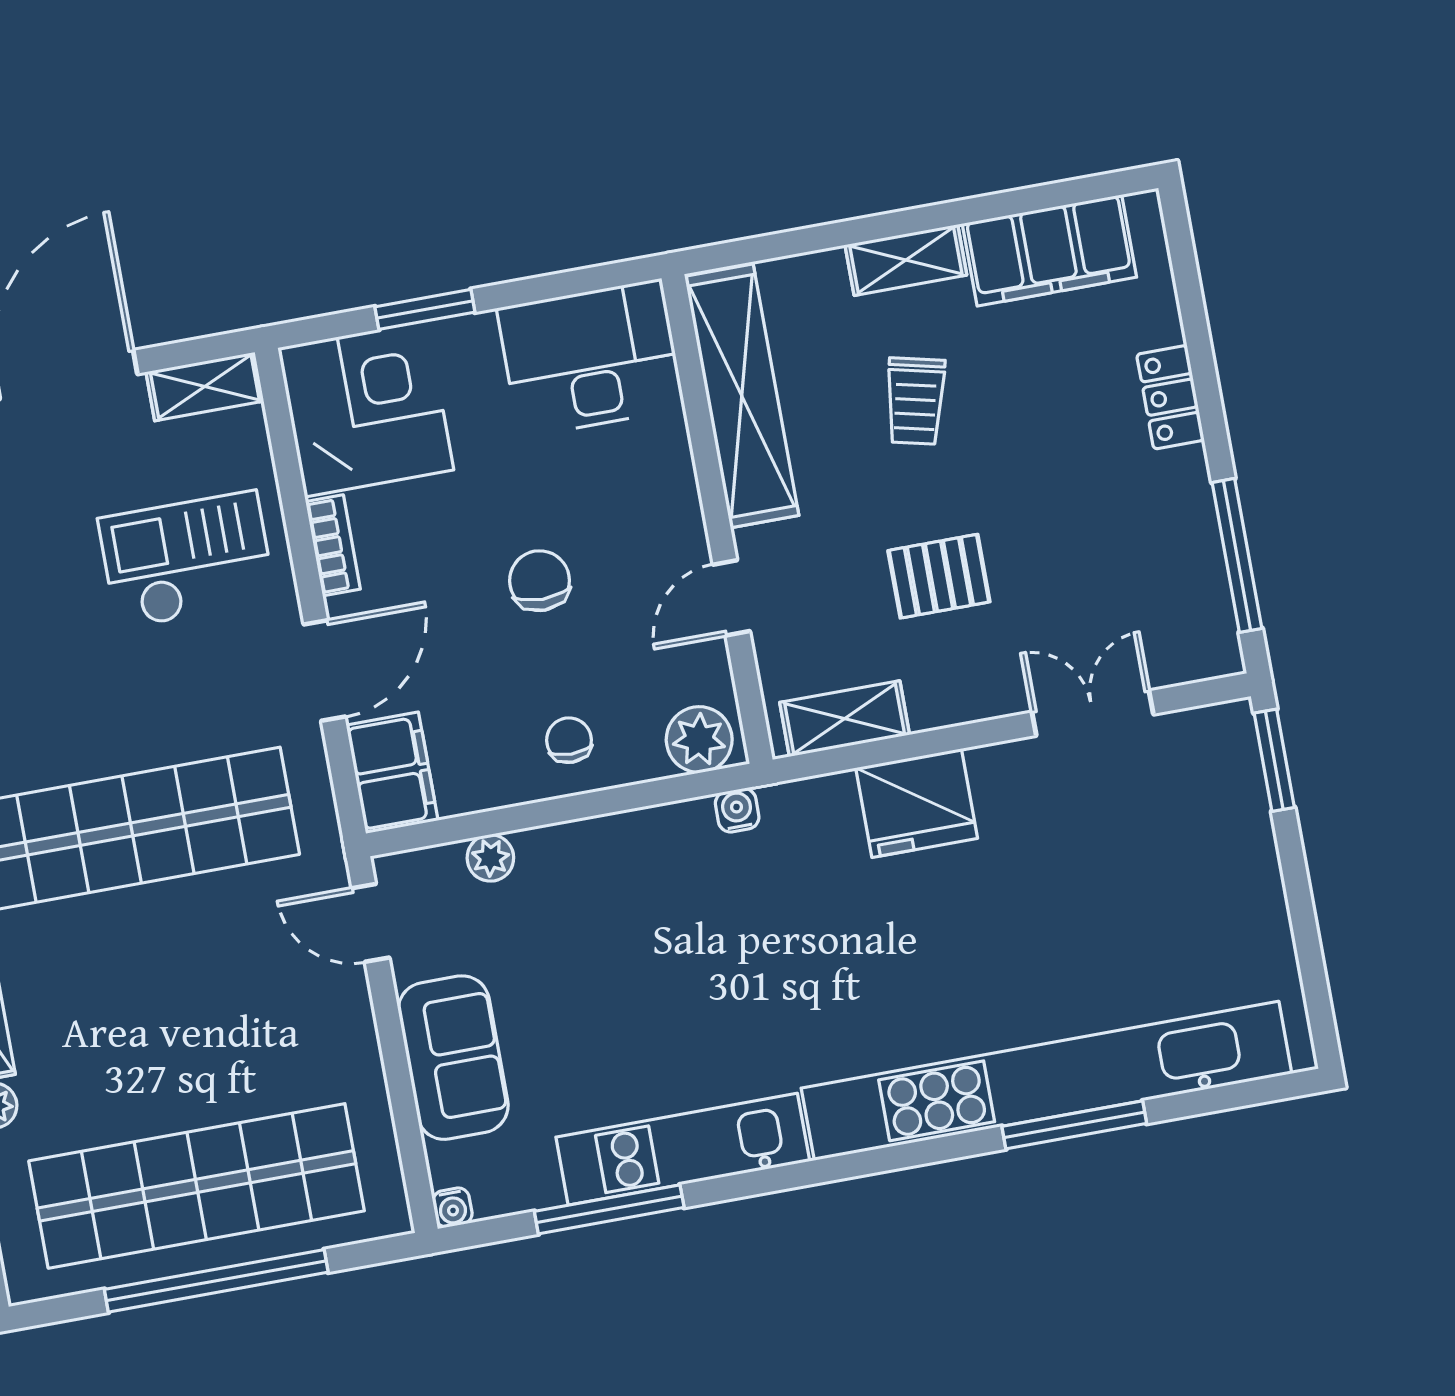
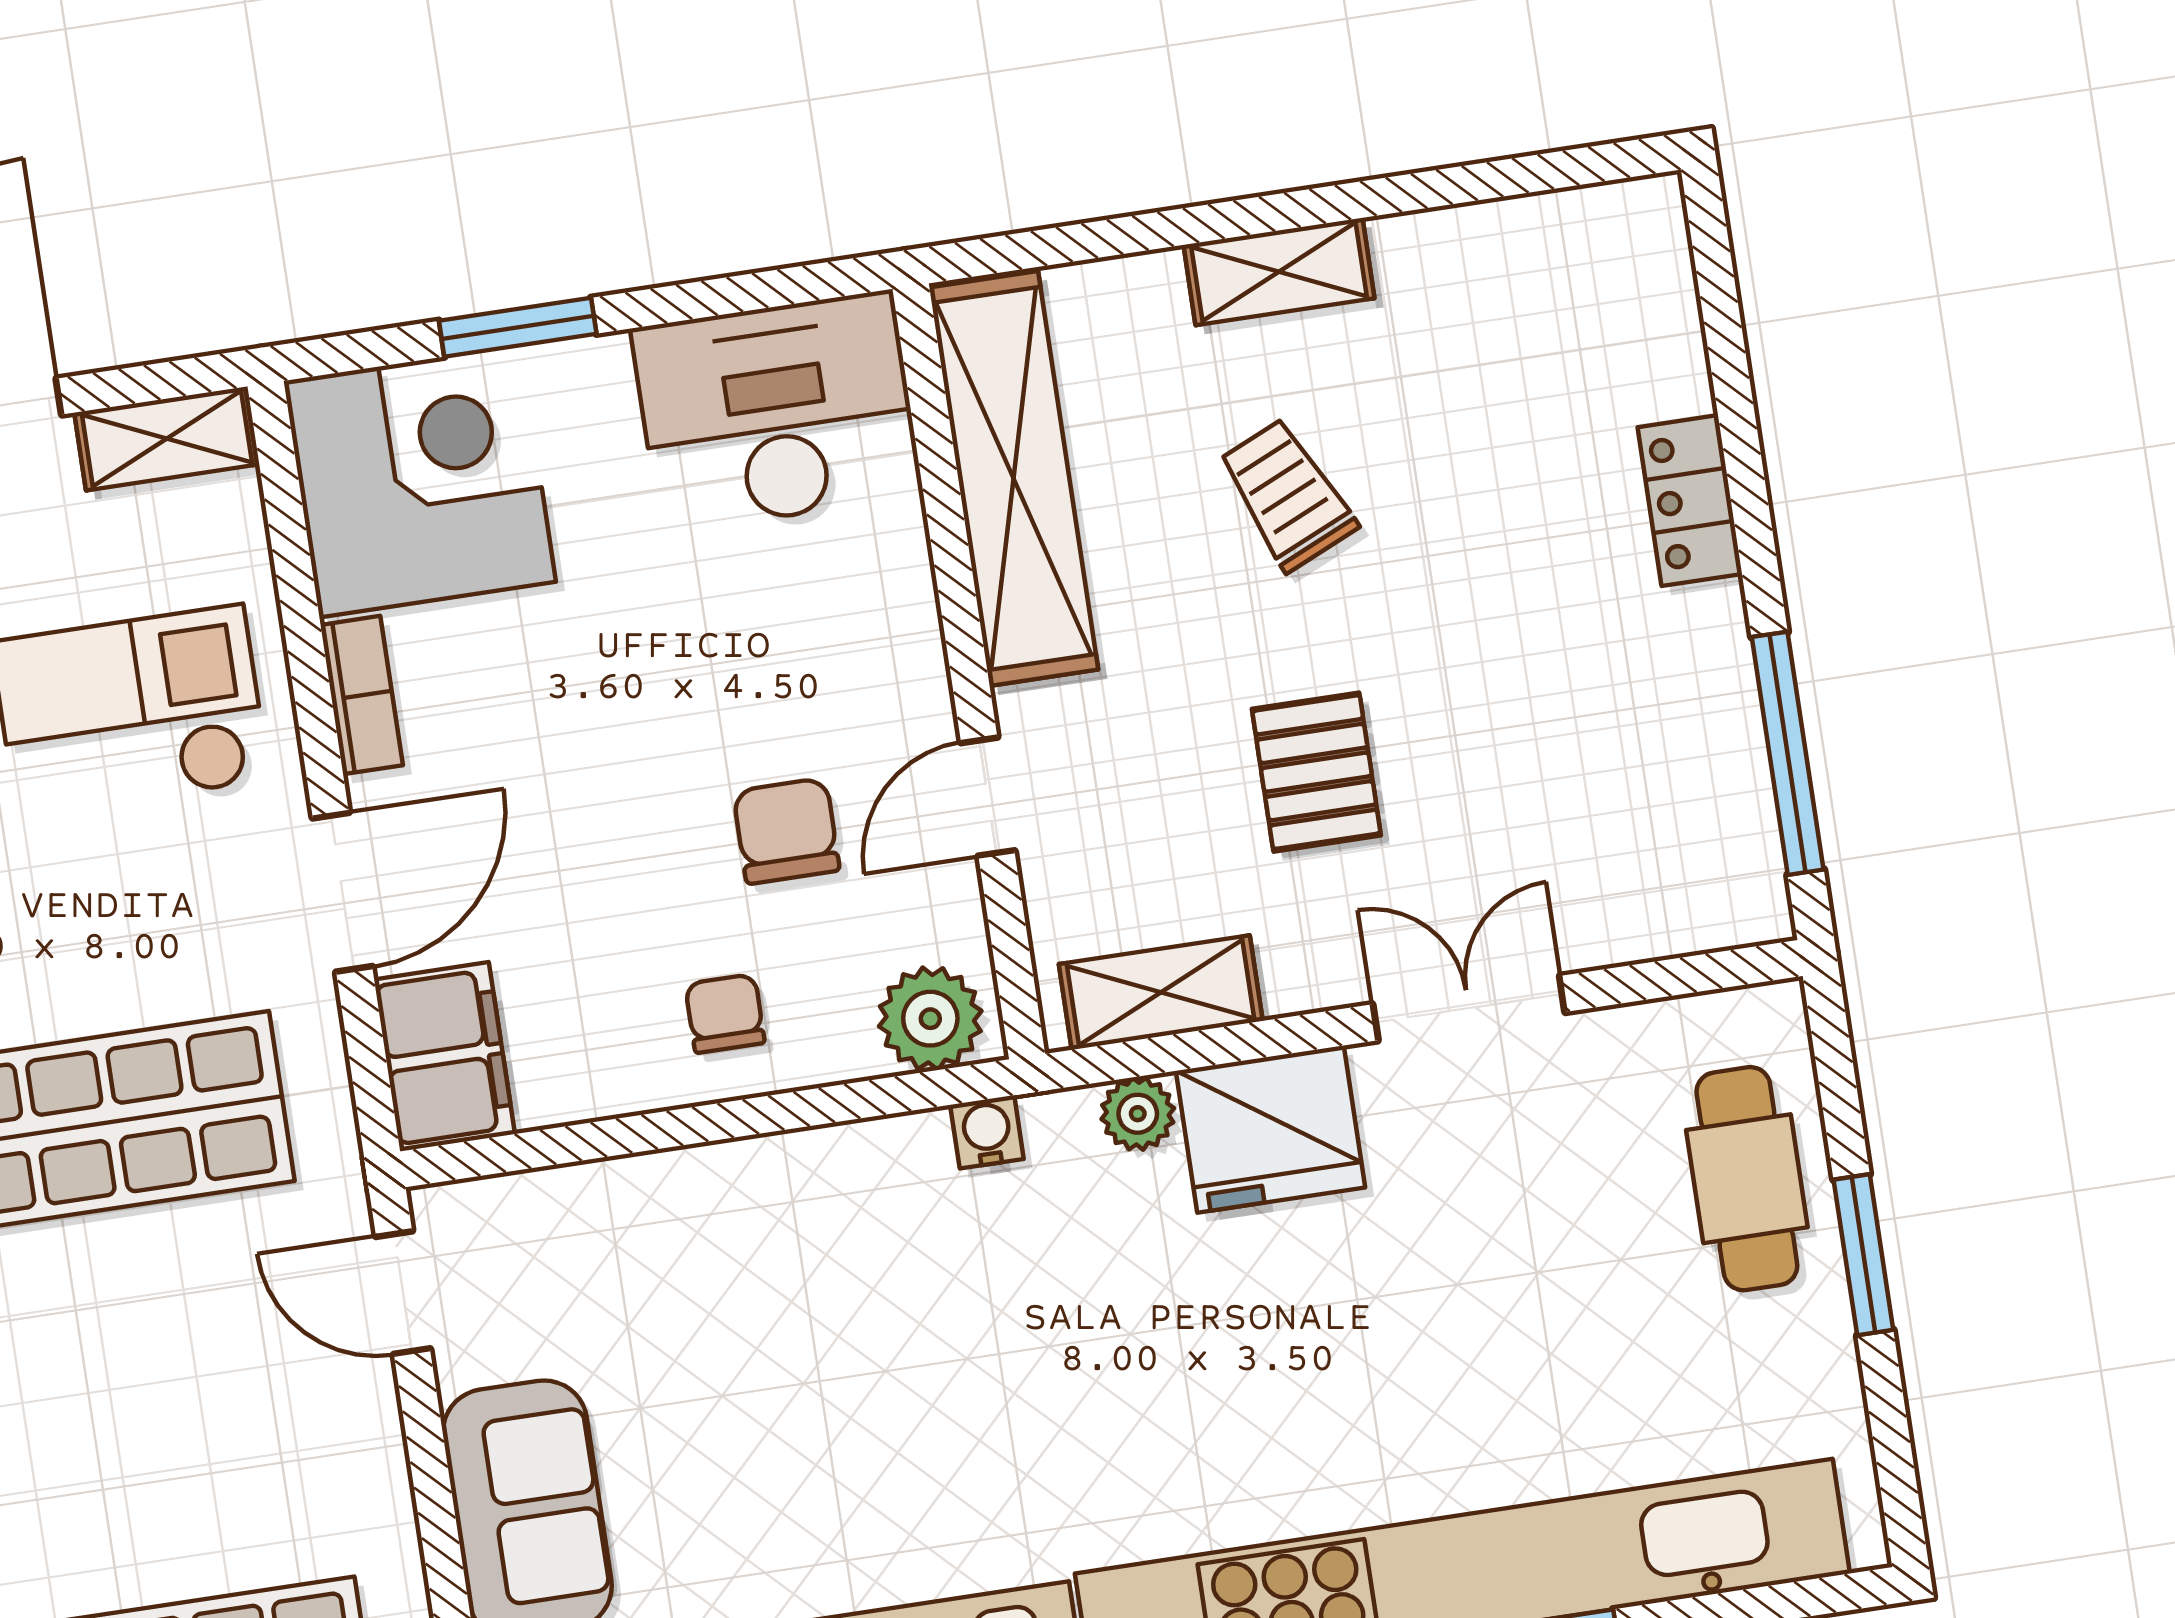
filing cabinet: (1049, 250) -> (1506, 263), removed
trolley: (915, 401) -> (1287, 495), turned 143
pallet: (939, 576) -> (1316, 772), turned 90
chair: (540, 581) -> (786, 831), moved
double door: (1093, 713) -> (1469, 1008), moved
window: (1274, 760) -> (1863, 1255), moved
cafe table: (1219, 826) -> (1747, 1179), added
plant: (490, 858) -> (1138, 1114), moved

